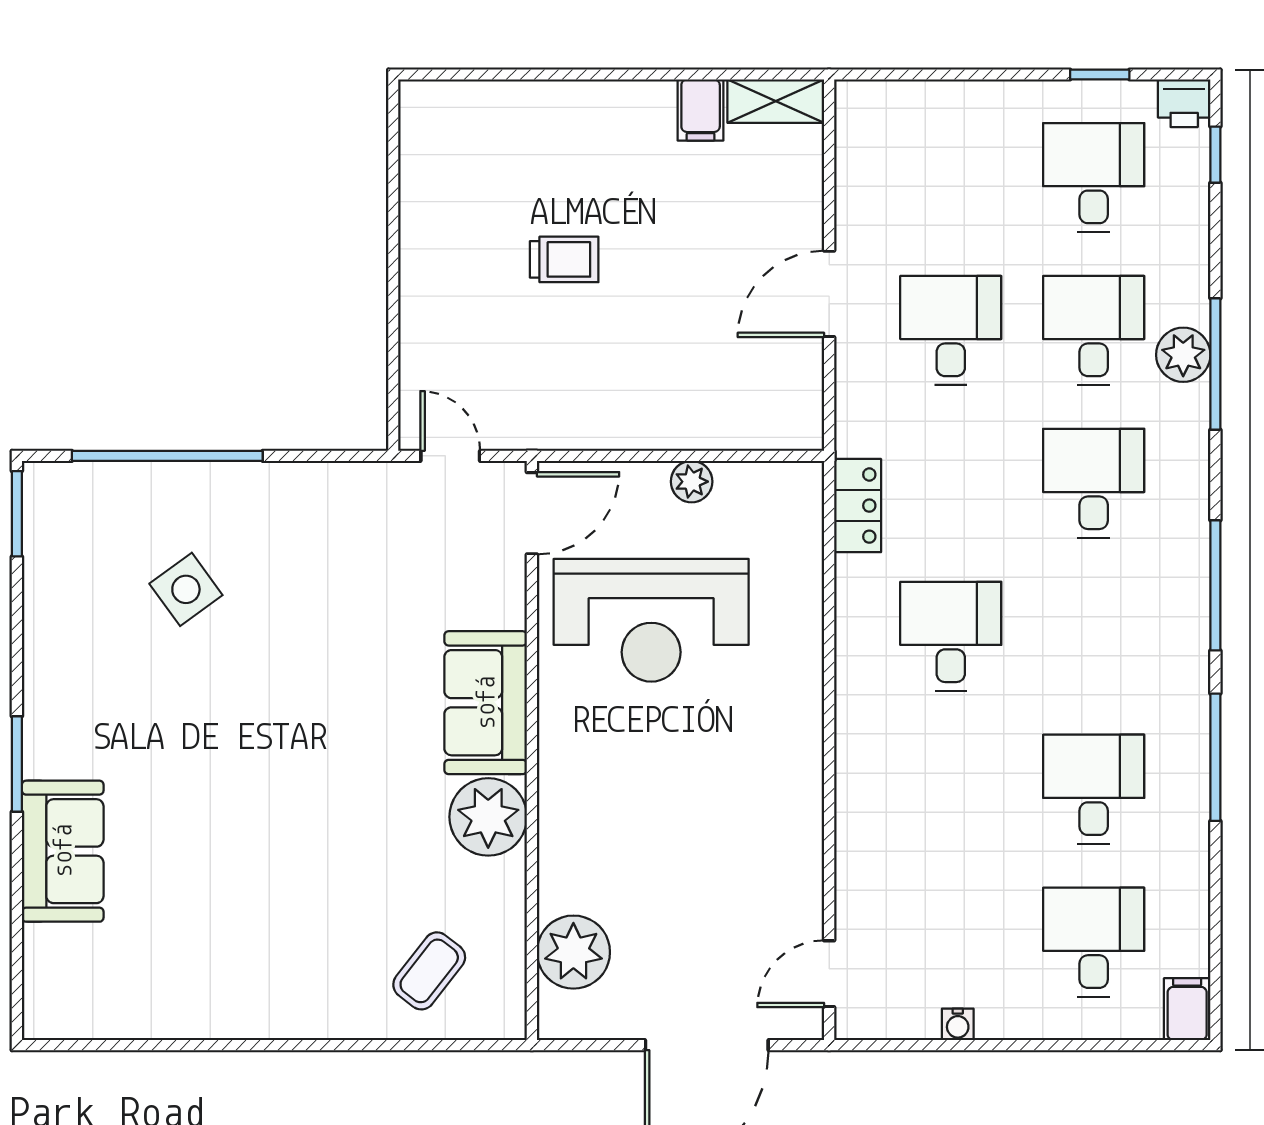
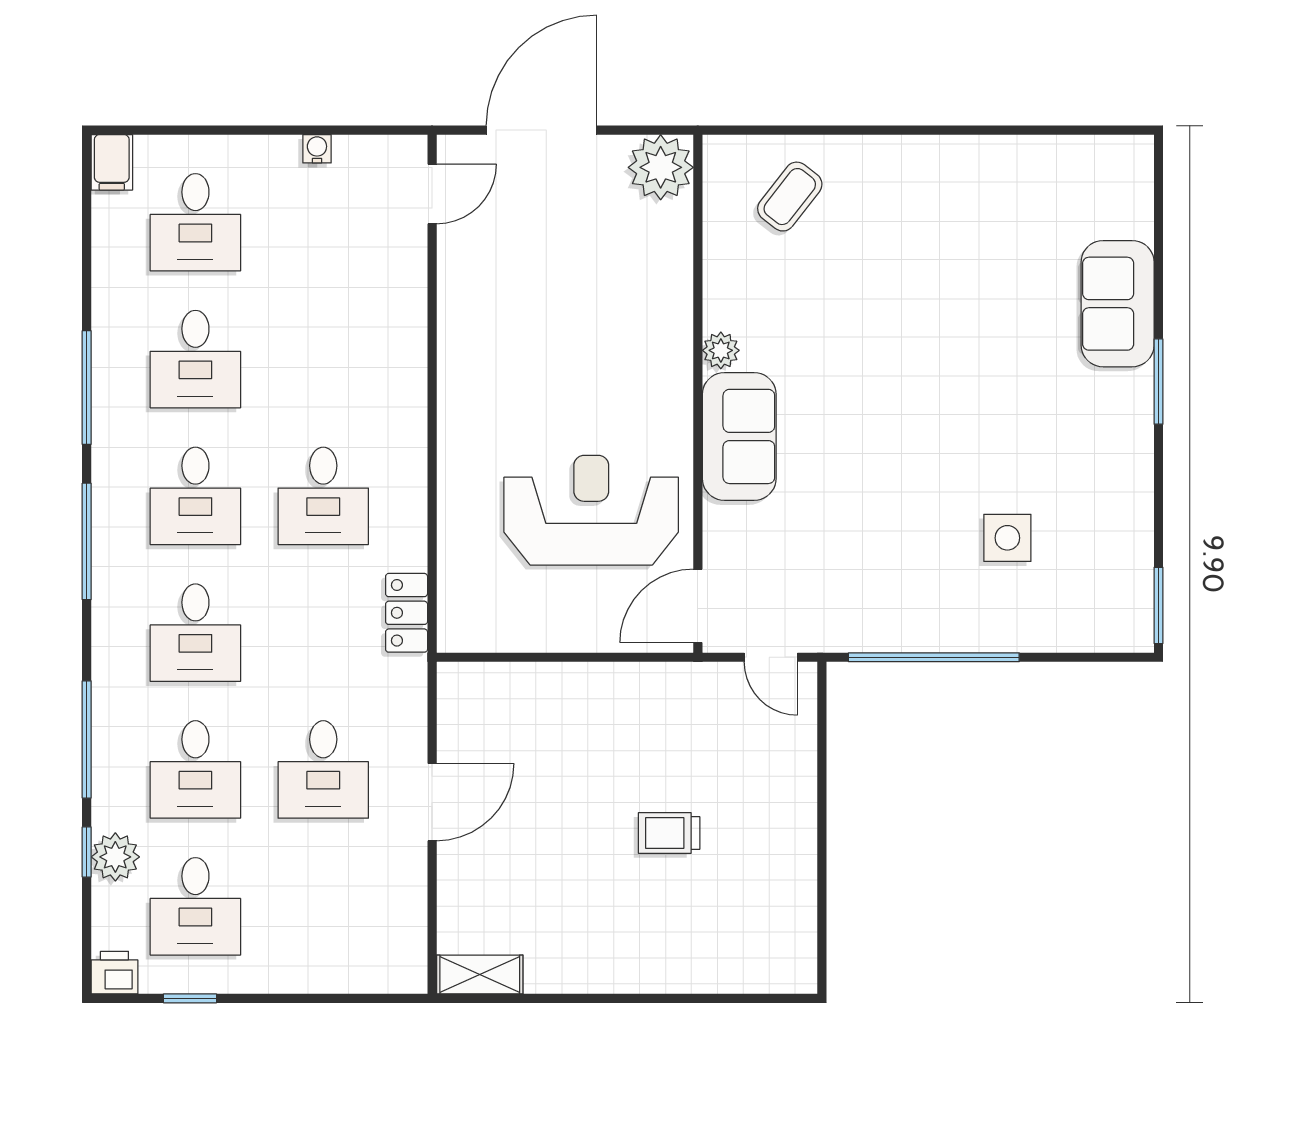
filing cabinet: (701, 110) -> (547, 967), removed
window: (1215, 155) -> (87, 852), moved
plant: (1183, 355) -> (115, 857), moved
window: (167, 456) -> (934, 657), moved
plant: (692, 482) -> (555, 634), removed
side table: (186, 589) -> (1007, 538), turned 36
desk: (1094, 636) -> (195, 496), added
plant: (488, 817) -> (721, 350), width x0.53, depth x0.53
plant: (573, 952) -> (661, 167), moved

